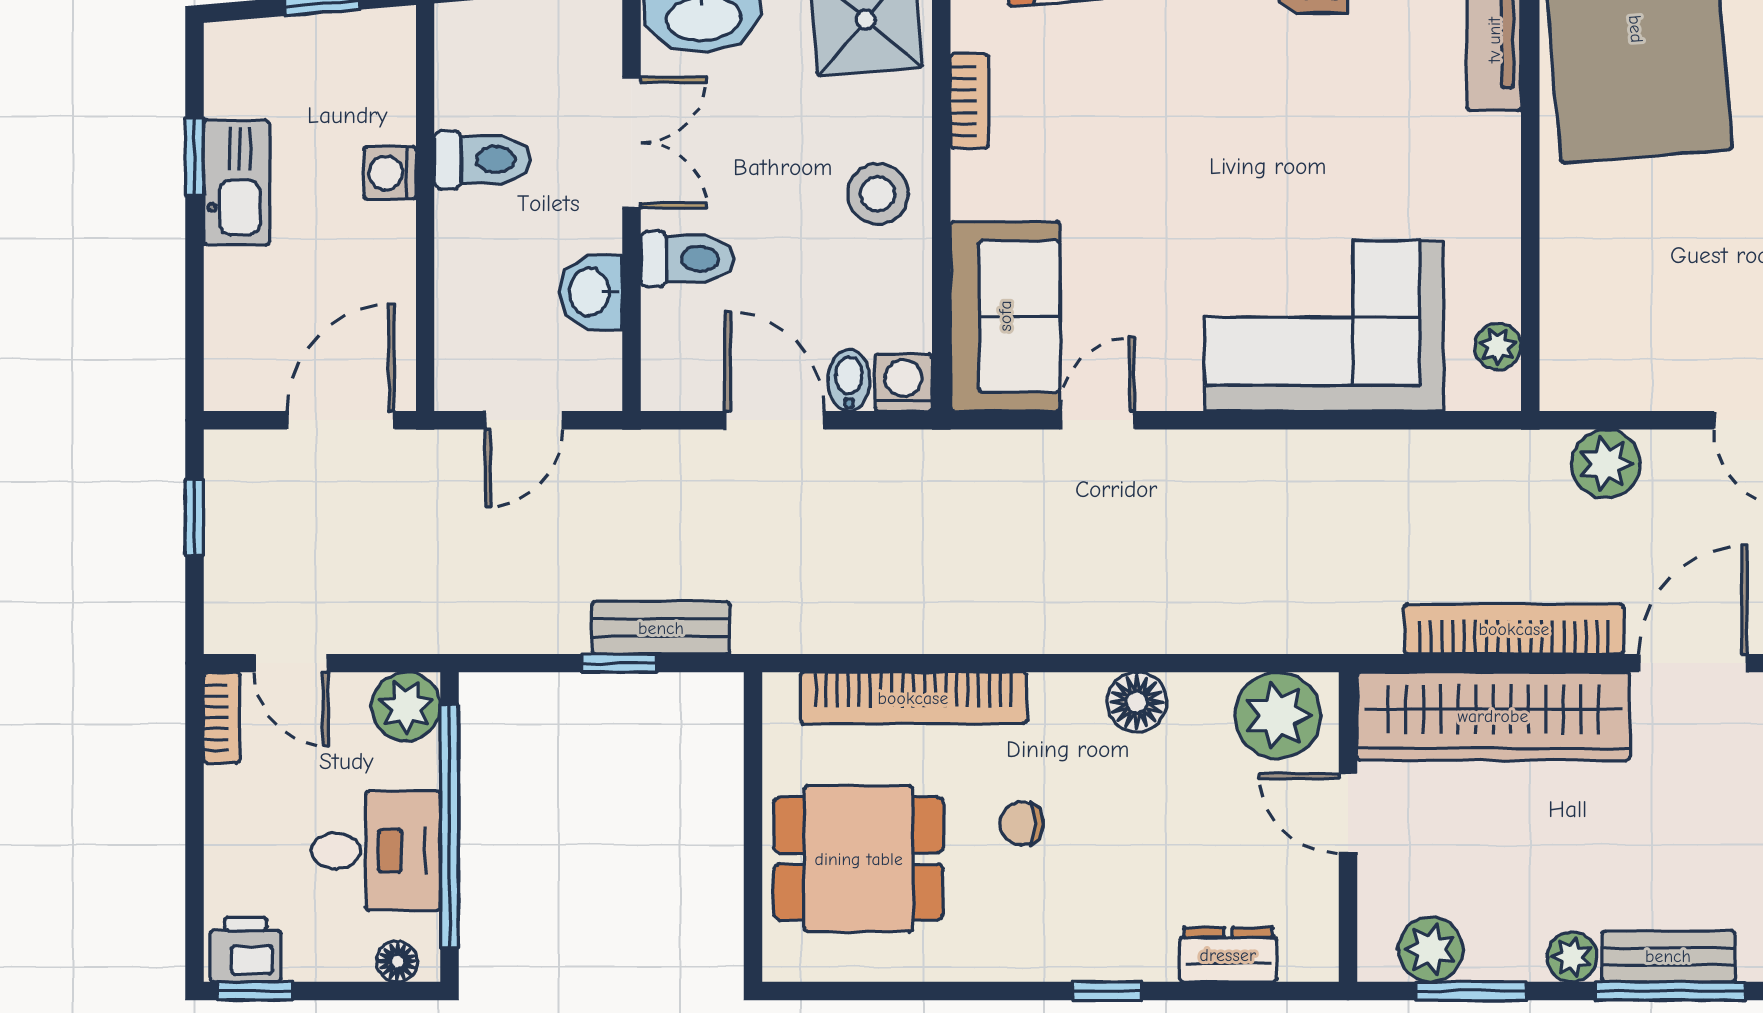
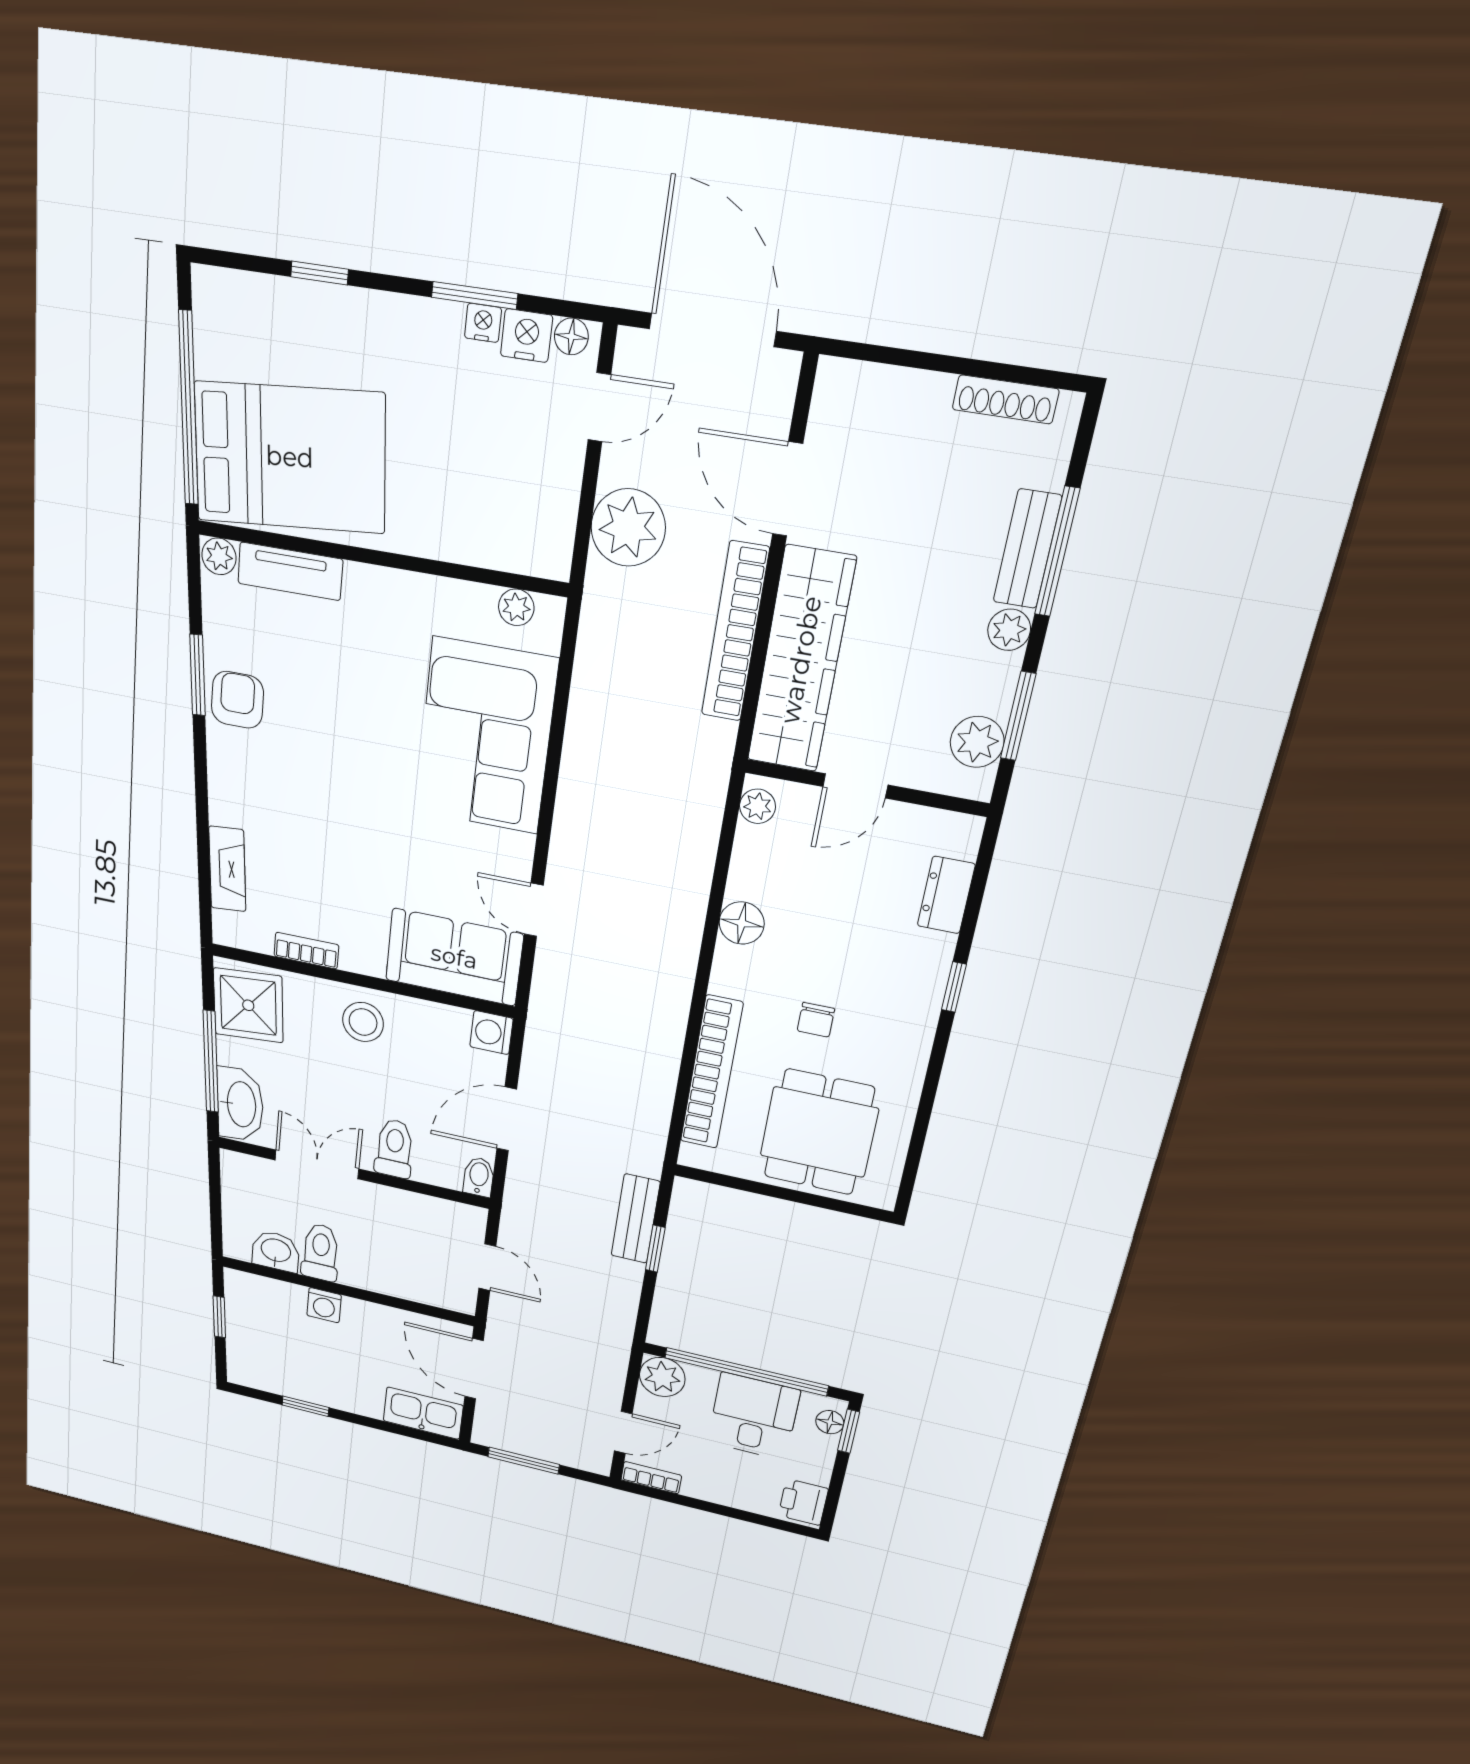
kitchen sink: (236, 183) -> (423, 1413), moved
washbasin: (591, 292) -> (276, 1251), moved, turned 180
bidet: (849, 380) -> (479, 1177), moved, turned 90
plant: (1606, 464) -> (628, 528), width x1.36, depth x1.36
window: (194, 517) -> (524, 1461), width x1.50
plant: (1278, 715) -> (757, 806), width x0.53, depth x0.53
window: (255, 991) -> (849, 1431), moved

